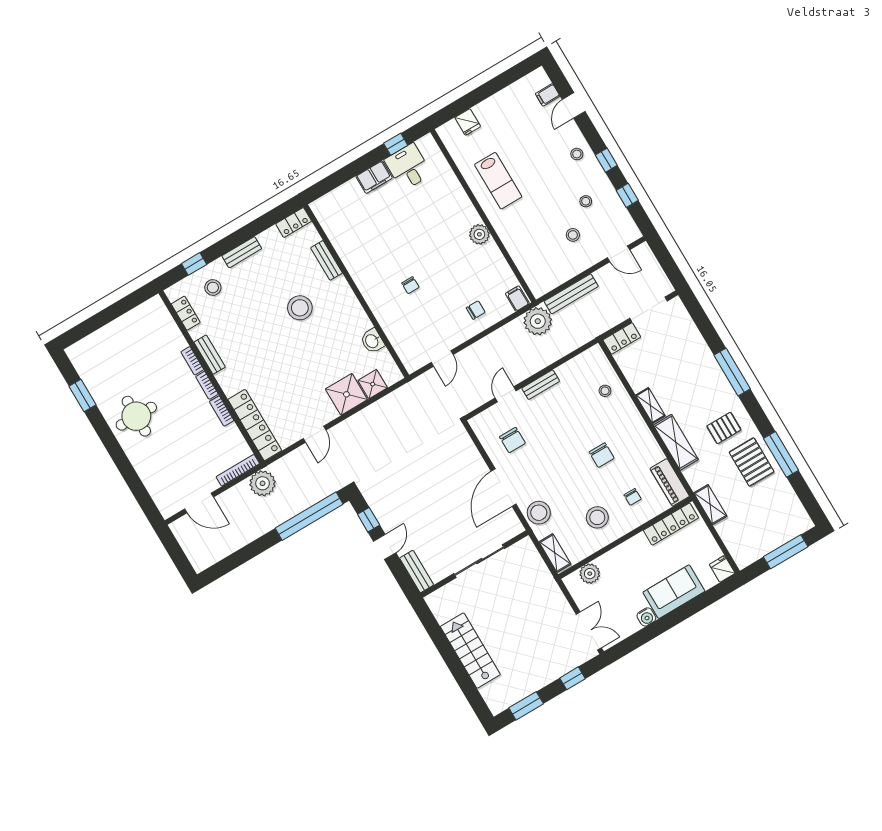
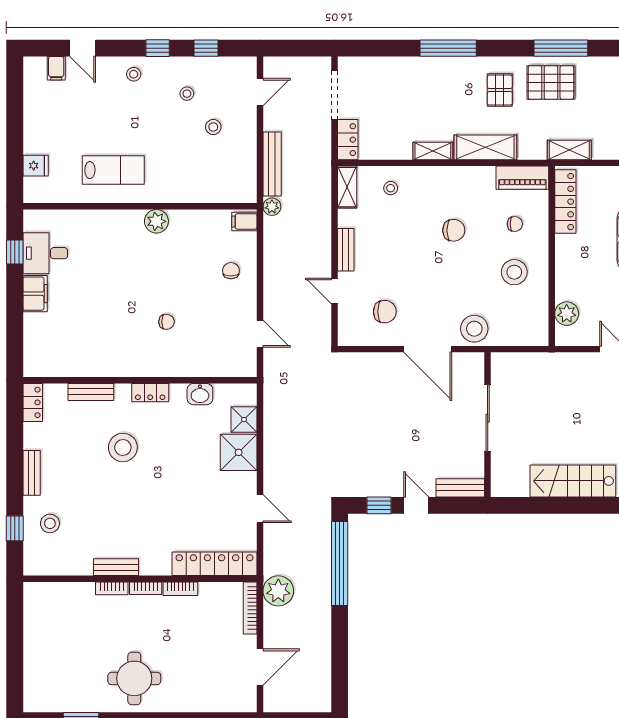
locker: (186, 313) -> (150, 393), moved, turned 180
plant: (538, 321) -> (272, 207), width x0.53, depth x0.53
shelving: (555, 553) -> (347, 187), moved, turned 90

